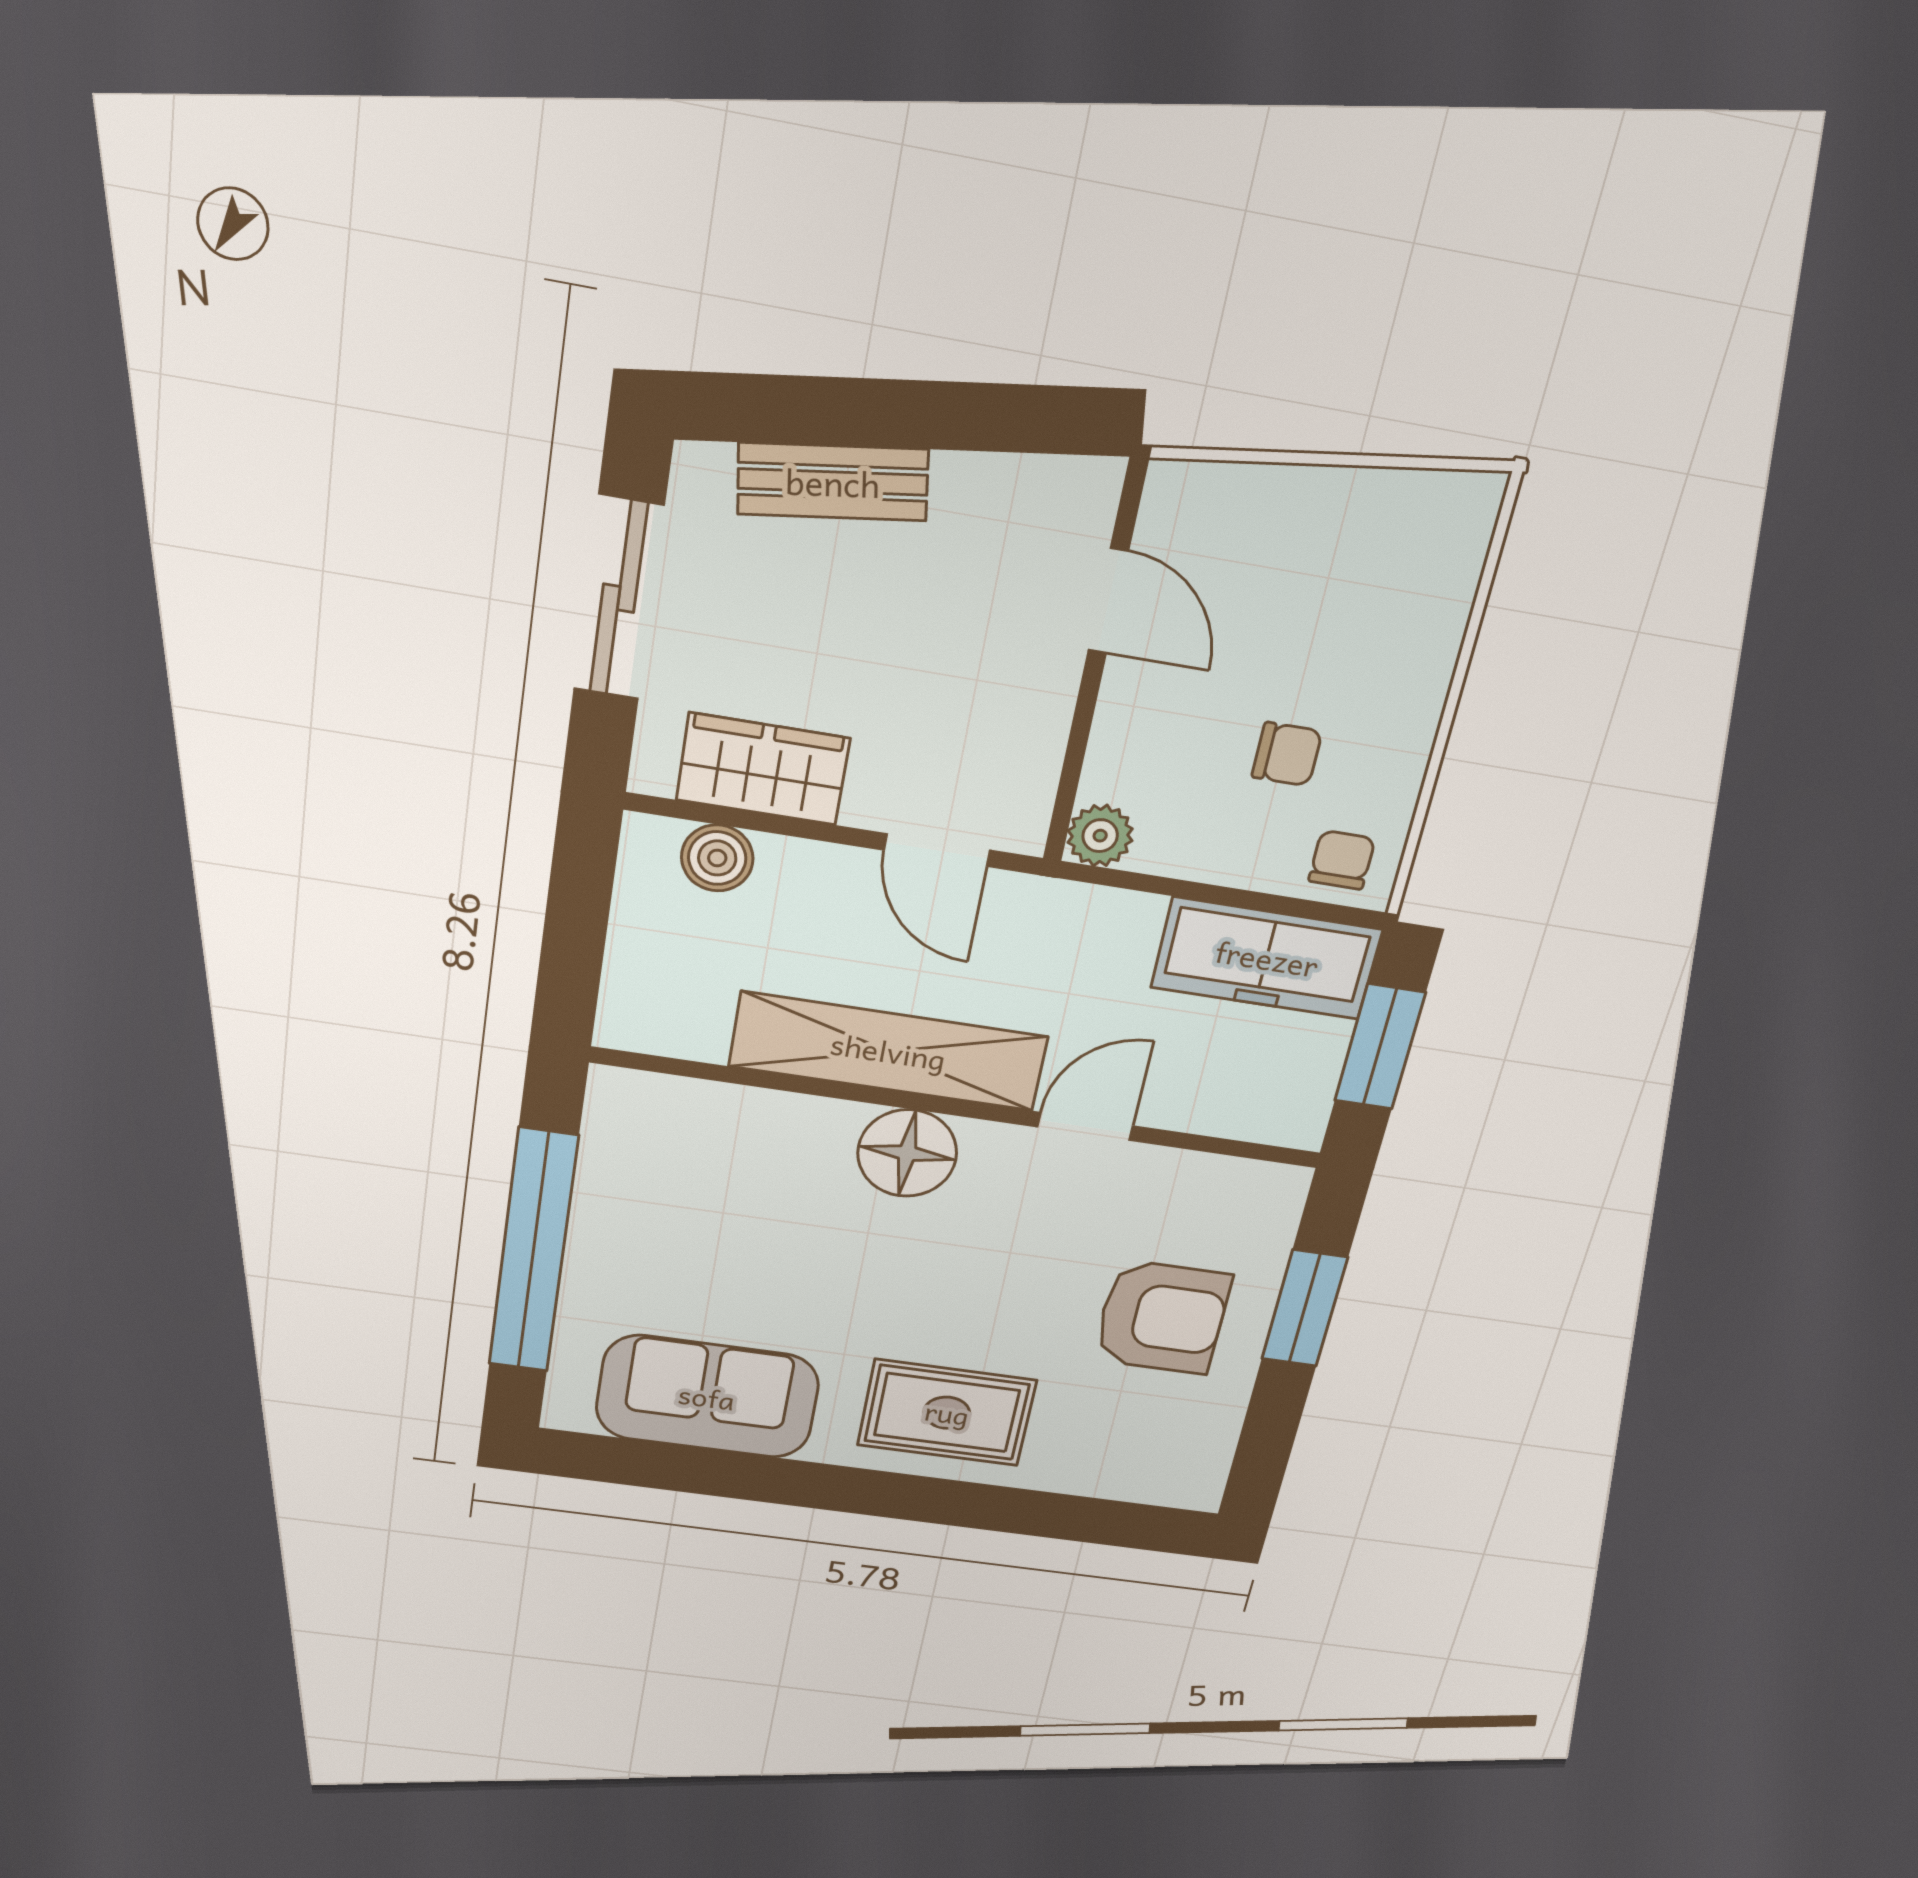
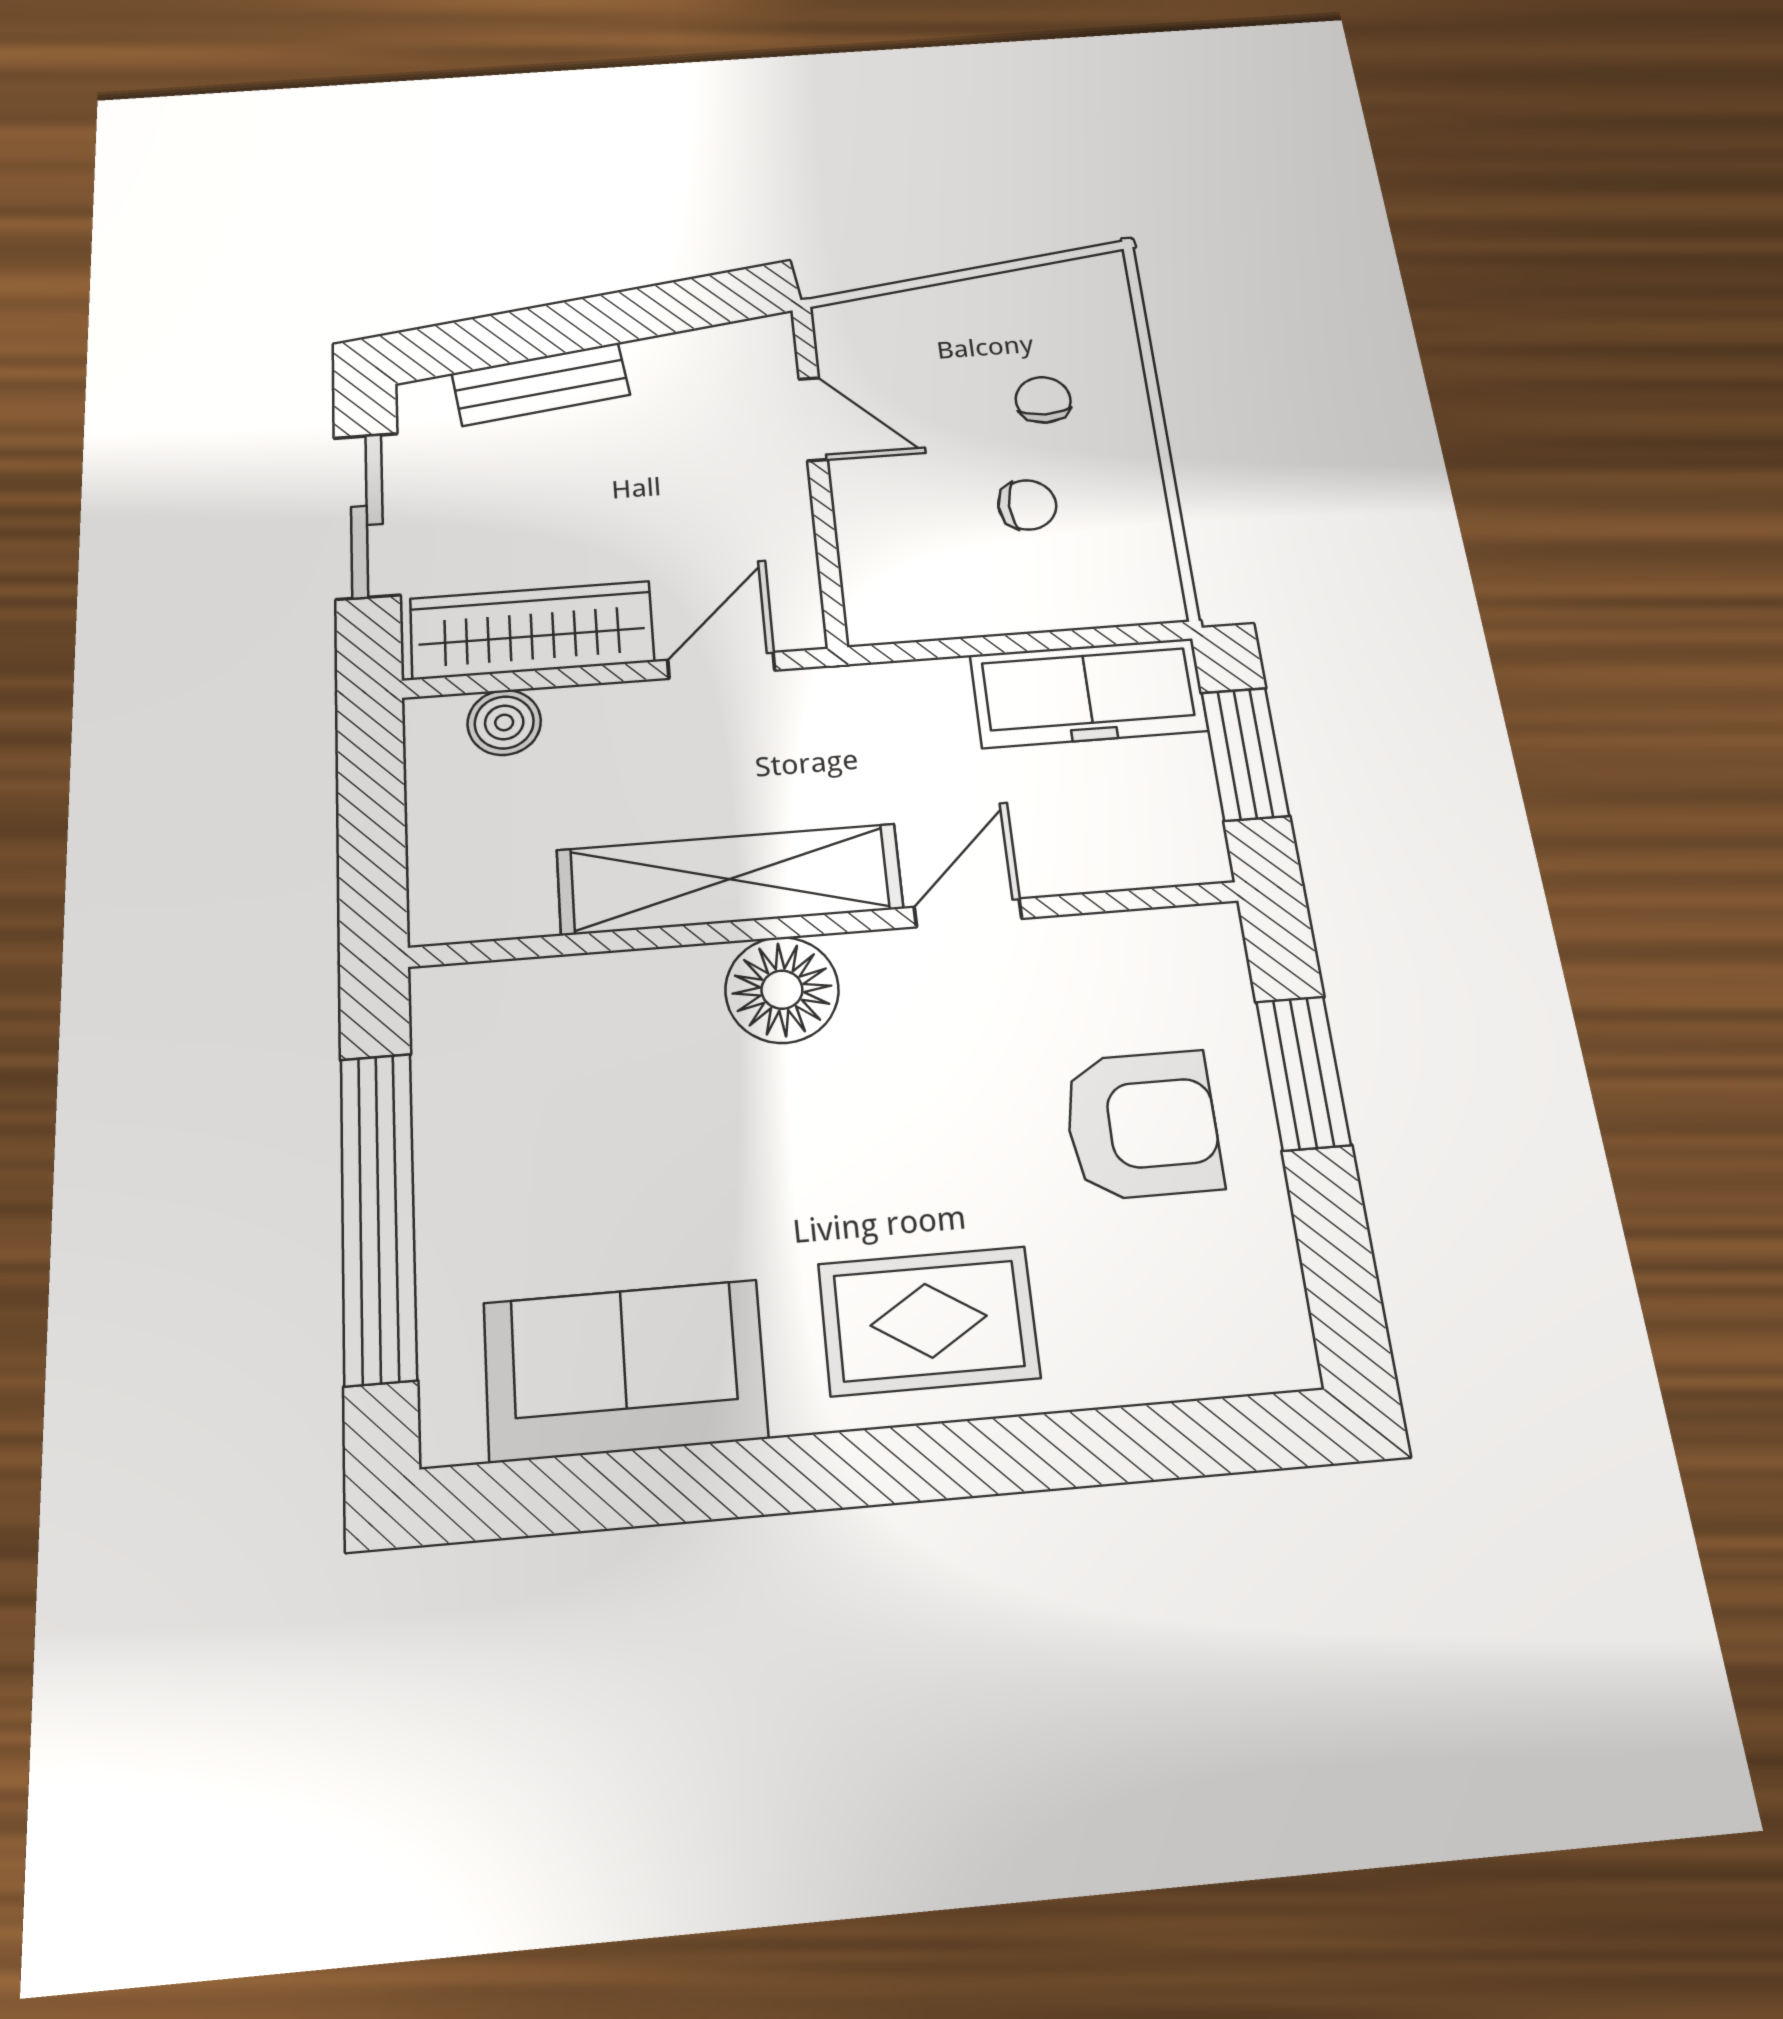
wardrobe: (763, 769) -> (532, 630), width x1.50
plant: (1100, 836) -> (877, 616), removed
door: (937, 850) -> (721, 665), swing flipped
chair: (1342, 860) -> (1043, 400), moved

